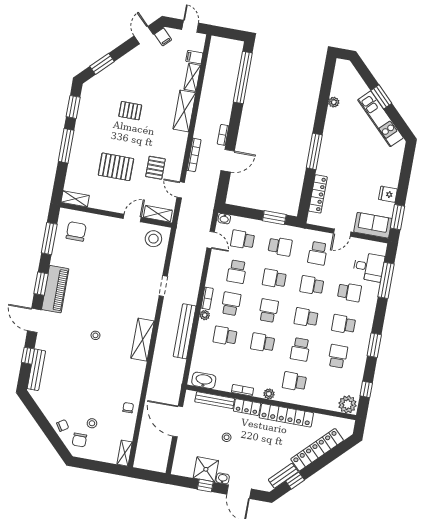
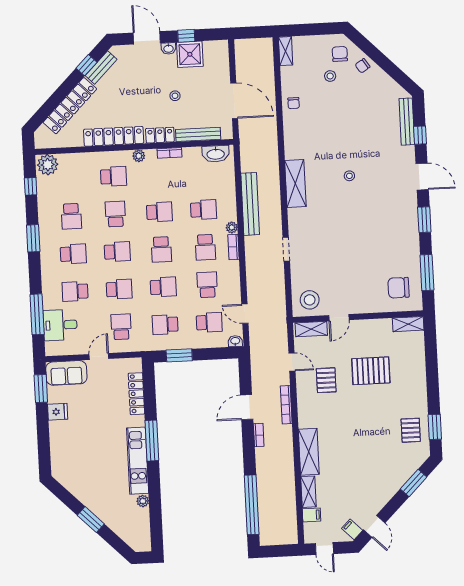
pallet: (130, 111) -> (411, 430), moved, turned 90
kitchen unit: (380, 119) -> (138, 461), moved, turned -135
window: (66, 146) -> (432, 381), removed
chair: (76, 231) -> (399, 288), turned 90
piano: (55, 289) -> (407, 217), removed

